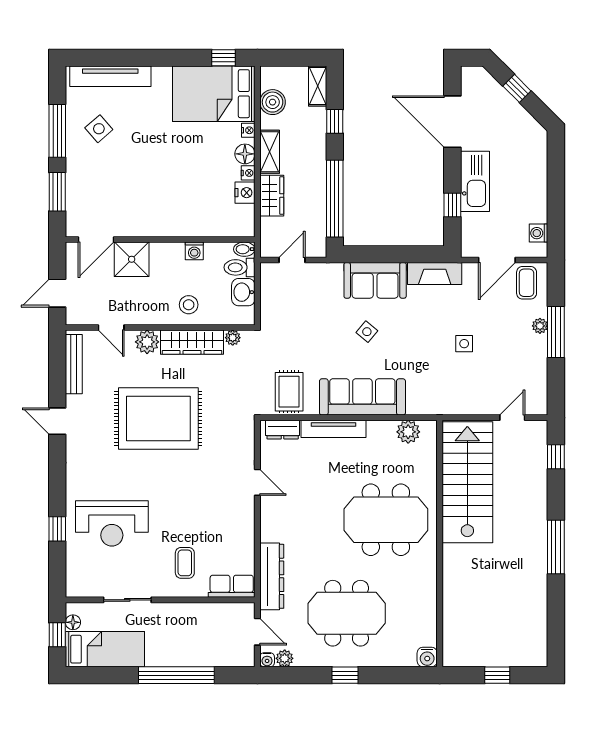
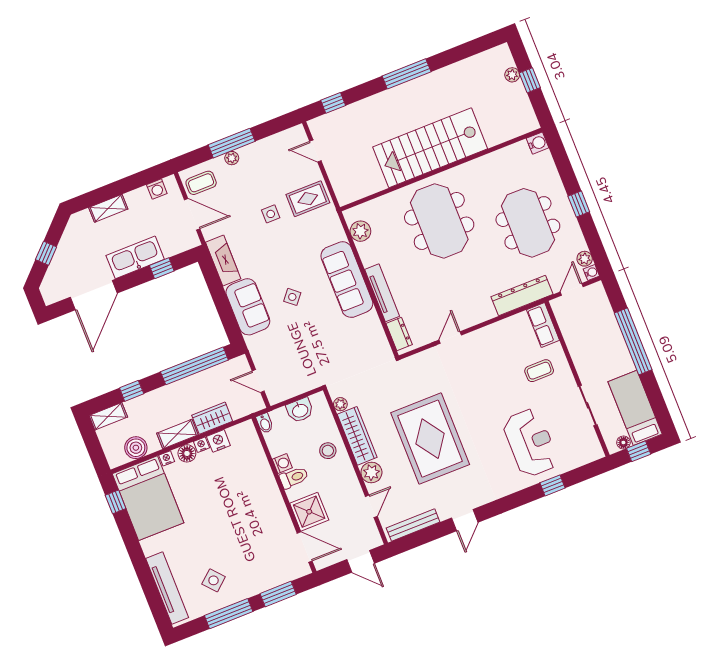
shelving: (539, 173) -> (108, 208), added
toilet: (240, 267) -> (294, 478), moved, turned -90
rug: (289, 392) -> (308, 199), moved
stairs: (467, 482) -> (430, 148), moved
plant: (510, 659) -> (512, 75), added

